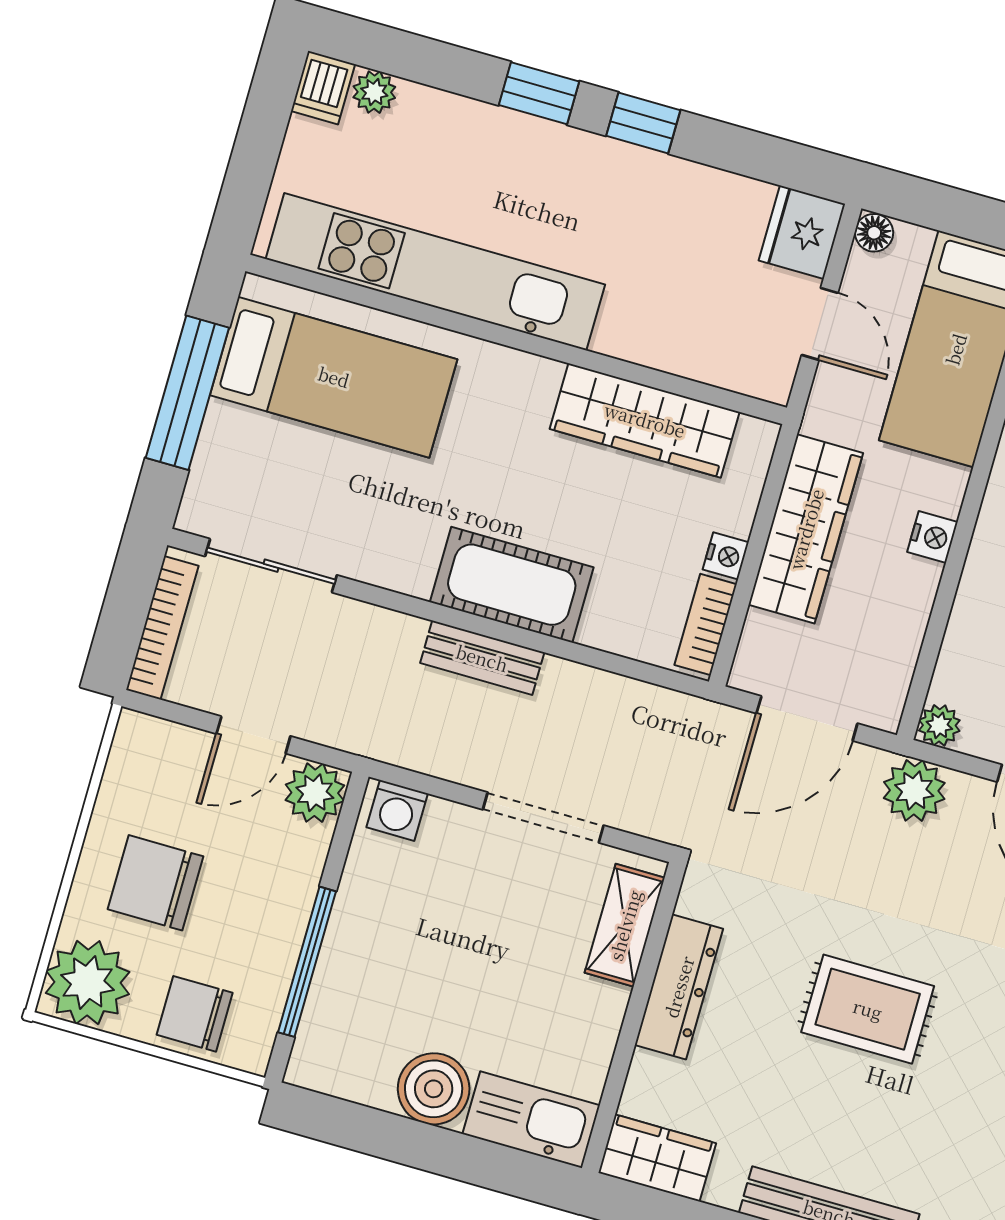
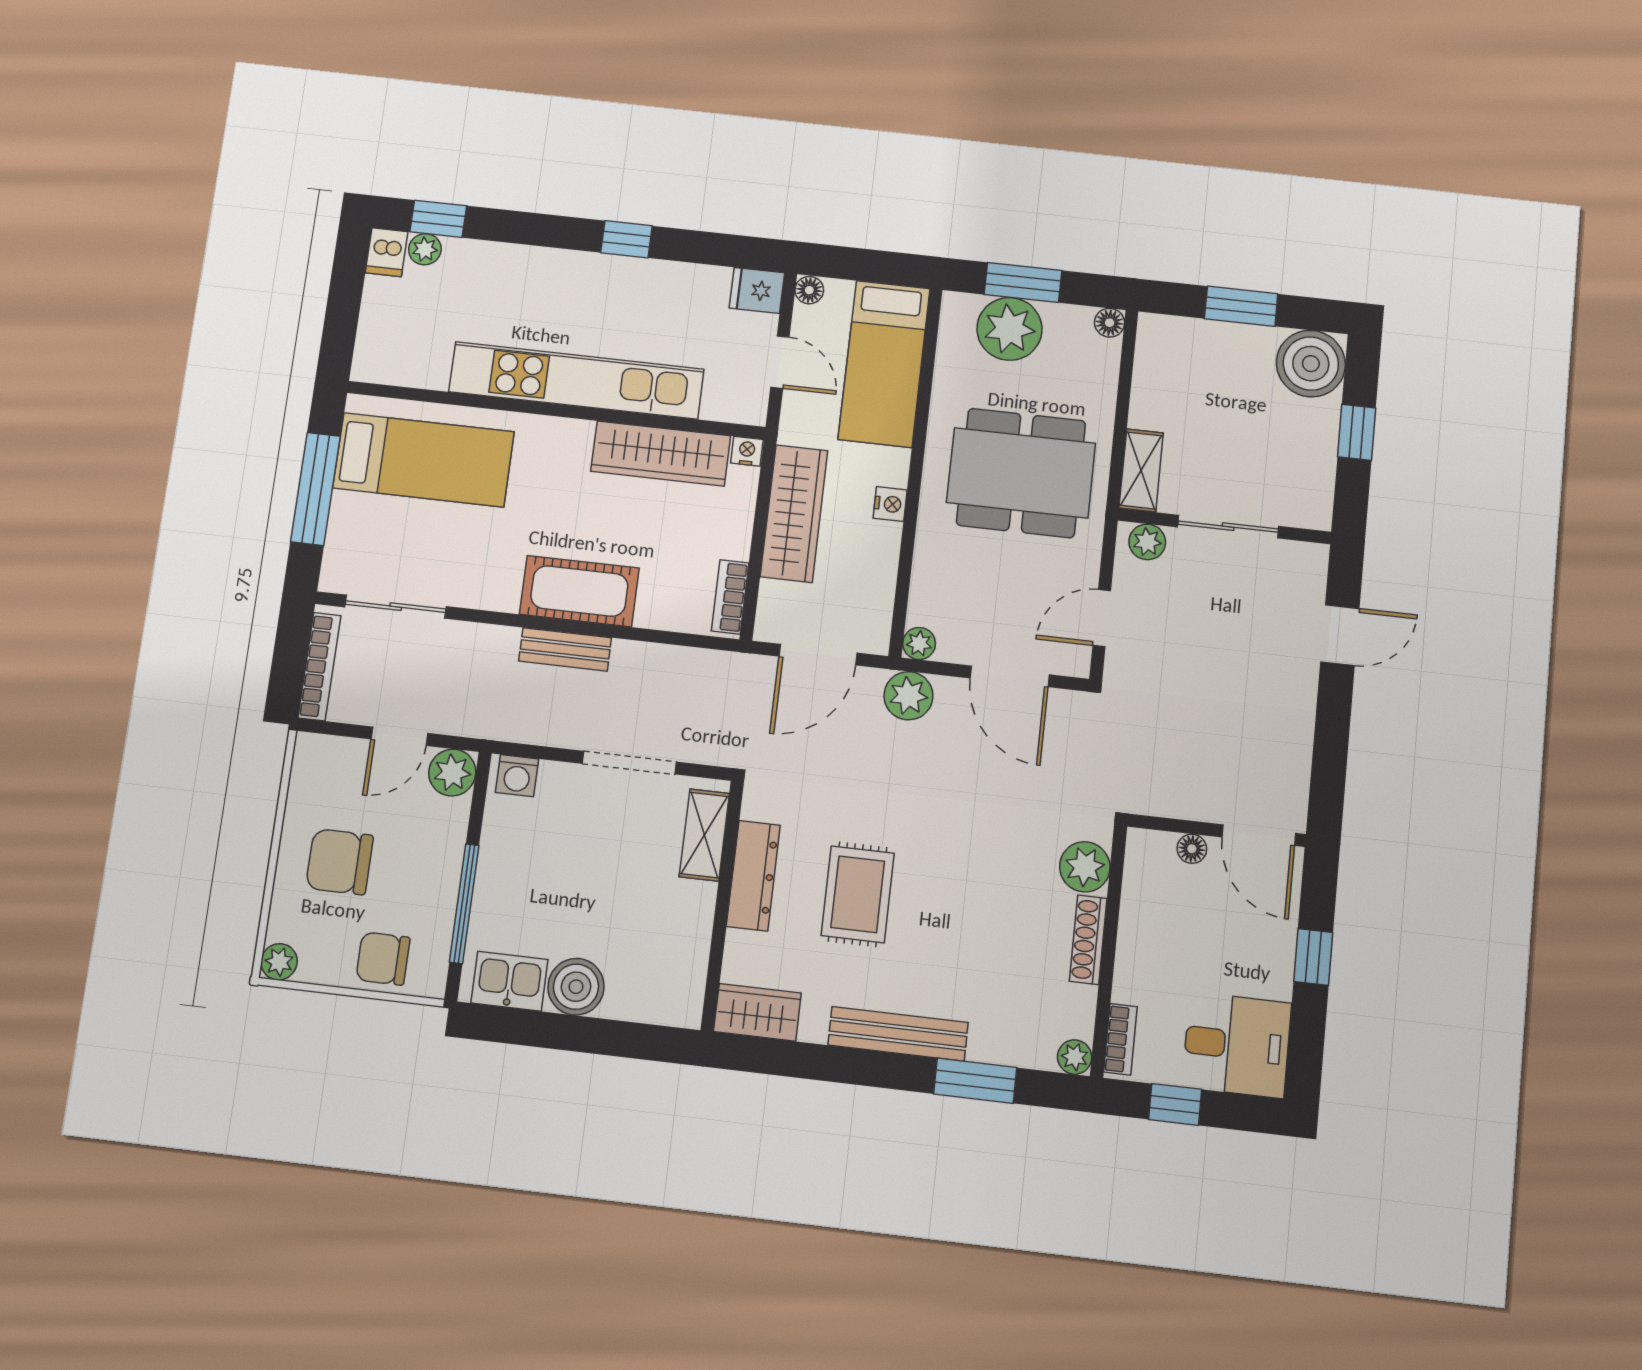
window: (539, 93) -> (438, 219), moved
fridge: (802, 232) -> (757, 290), width x0.72
kitchen unit: (435, 272) -> (576, 380), moved
nightstand: (726, 556) -> (747, 451), moved, turned -90
plant: (88, 982) -> (279, 962), width x0.53, depth x0.53
rug: (868, 1009) -> (858, 894), moved, turned 90
kitchen sink: (531, 1120) -> (509, 981), moved, width x0.73

